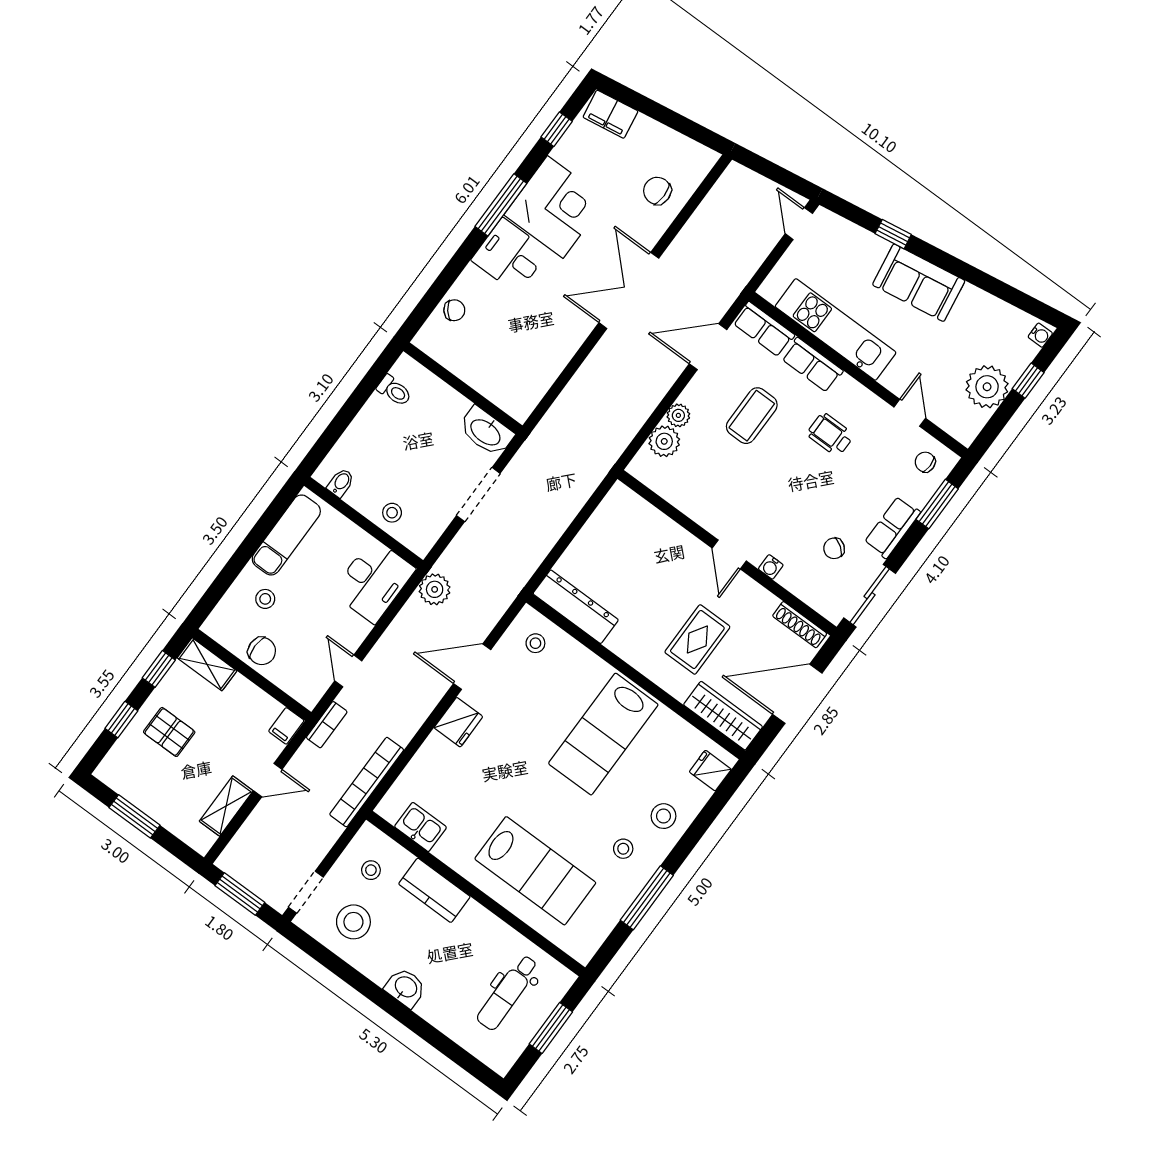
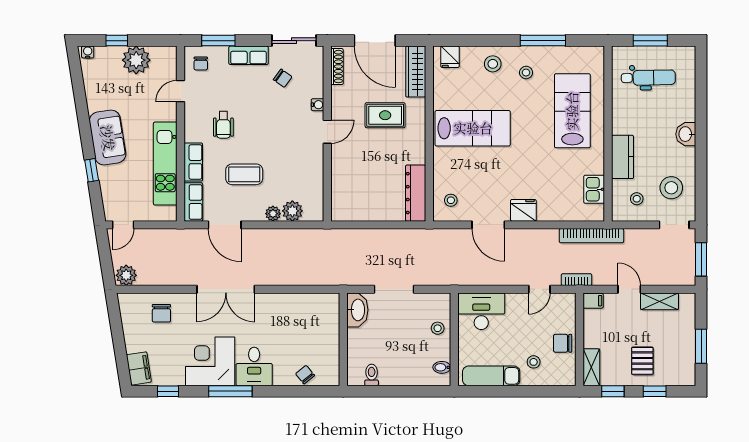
plant: (435, 589) -> (126, 275), moved
chair: (262, 651) -> (563, 343), turned -90

